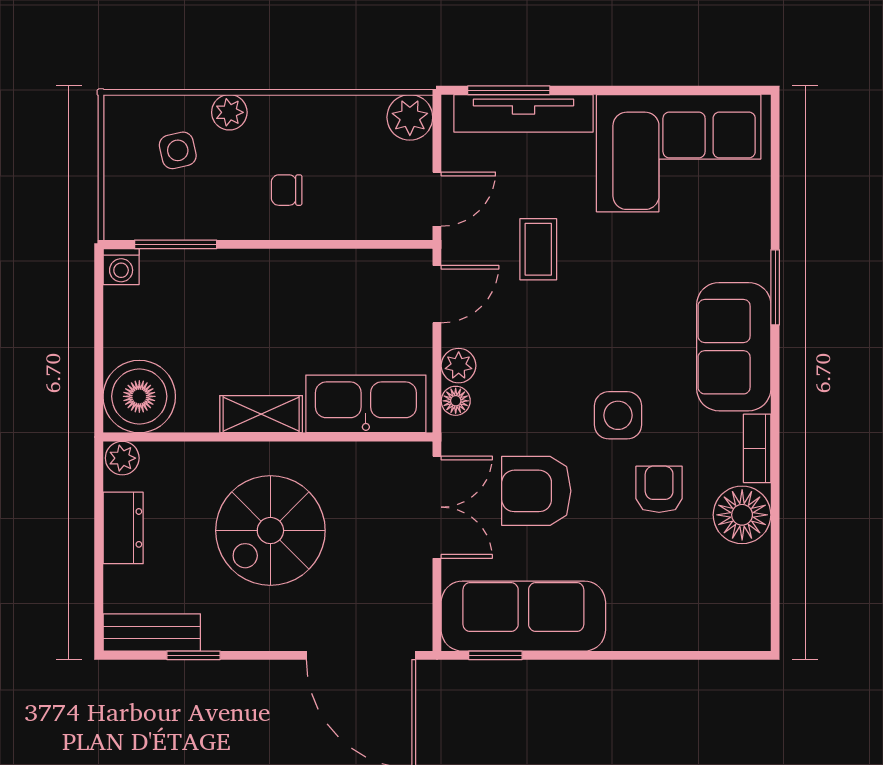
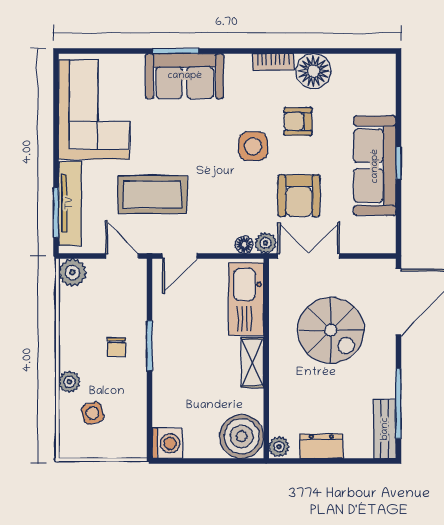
window: (176, 244) -> (149, 346), moved
coffee table: (538, 249) -> (152, 195), width x1.86, depth x1.72
washing machine: (121, 267) -> (167, 443), width x1.38, depth x1.38
door: (437, 294) -> (180, 256), swing flipped
sofa: (734, 347) -> (185, 76), moved
plant: (459, 366) -> (266, 243), moved
spiral stairs: (270, 531) -> (331, 330), moved
sofa: (523, 616) -> (375, 166), moved
window: (193, 655) -> (399, 404), width x2.17
window: (495, 655) -> (399, 163), moved

